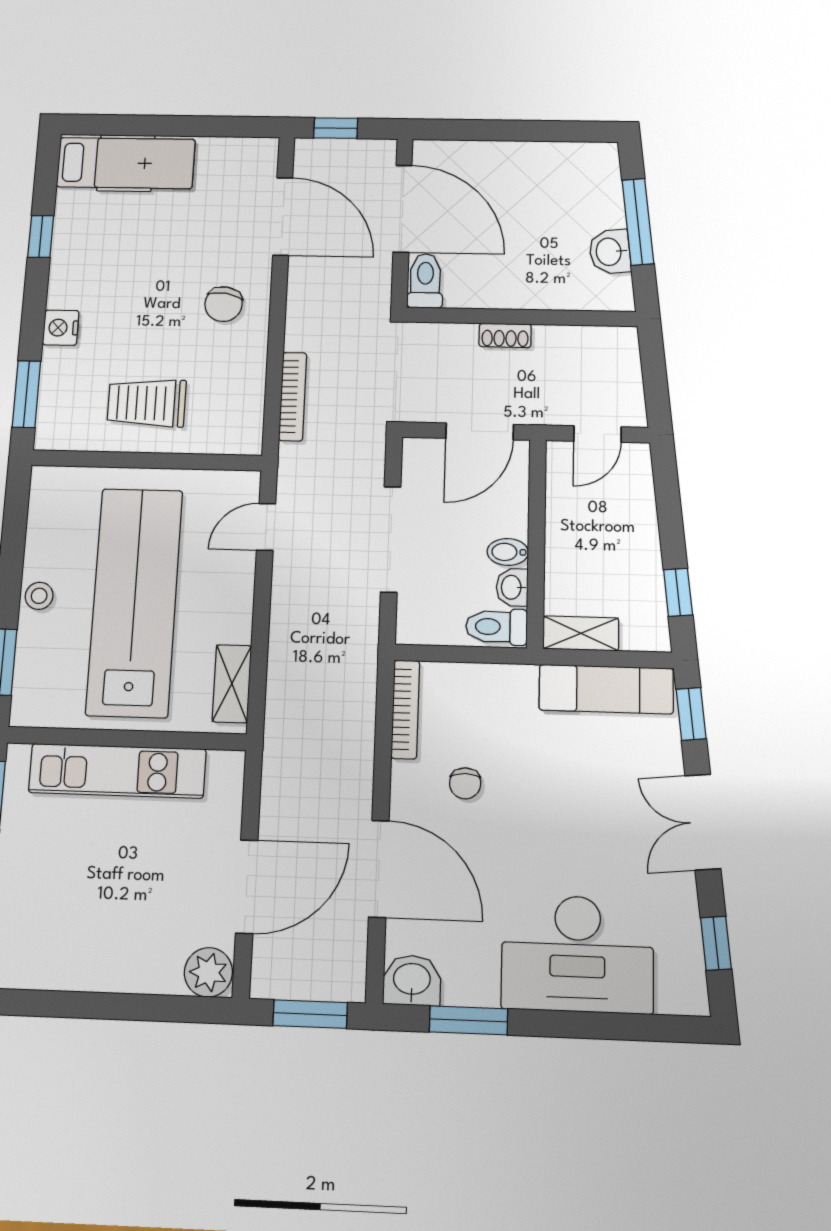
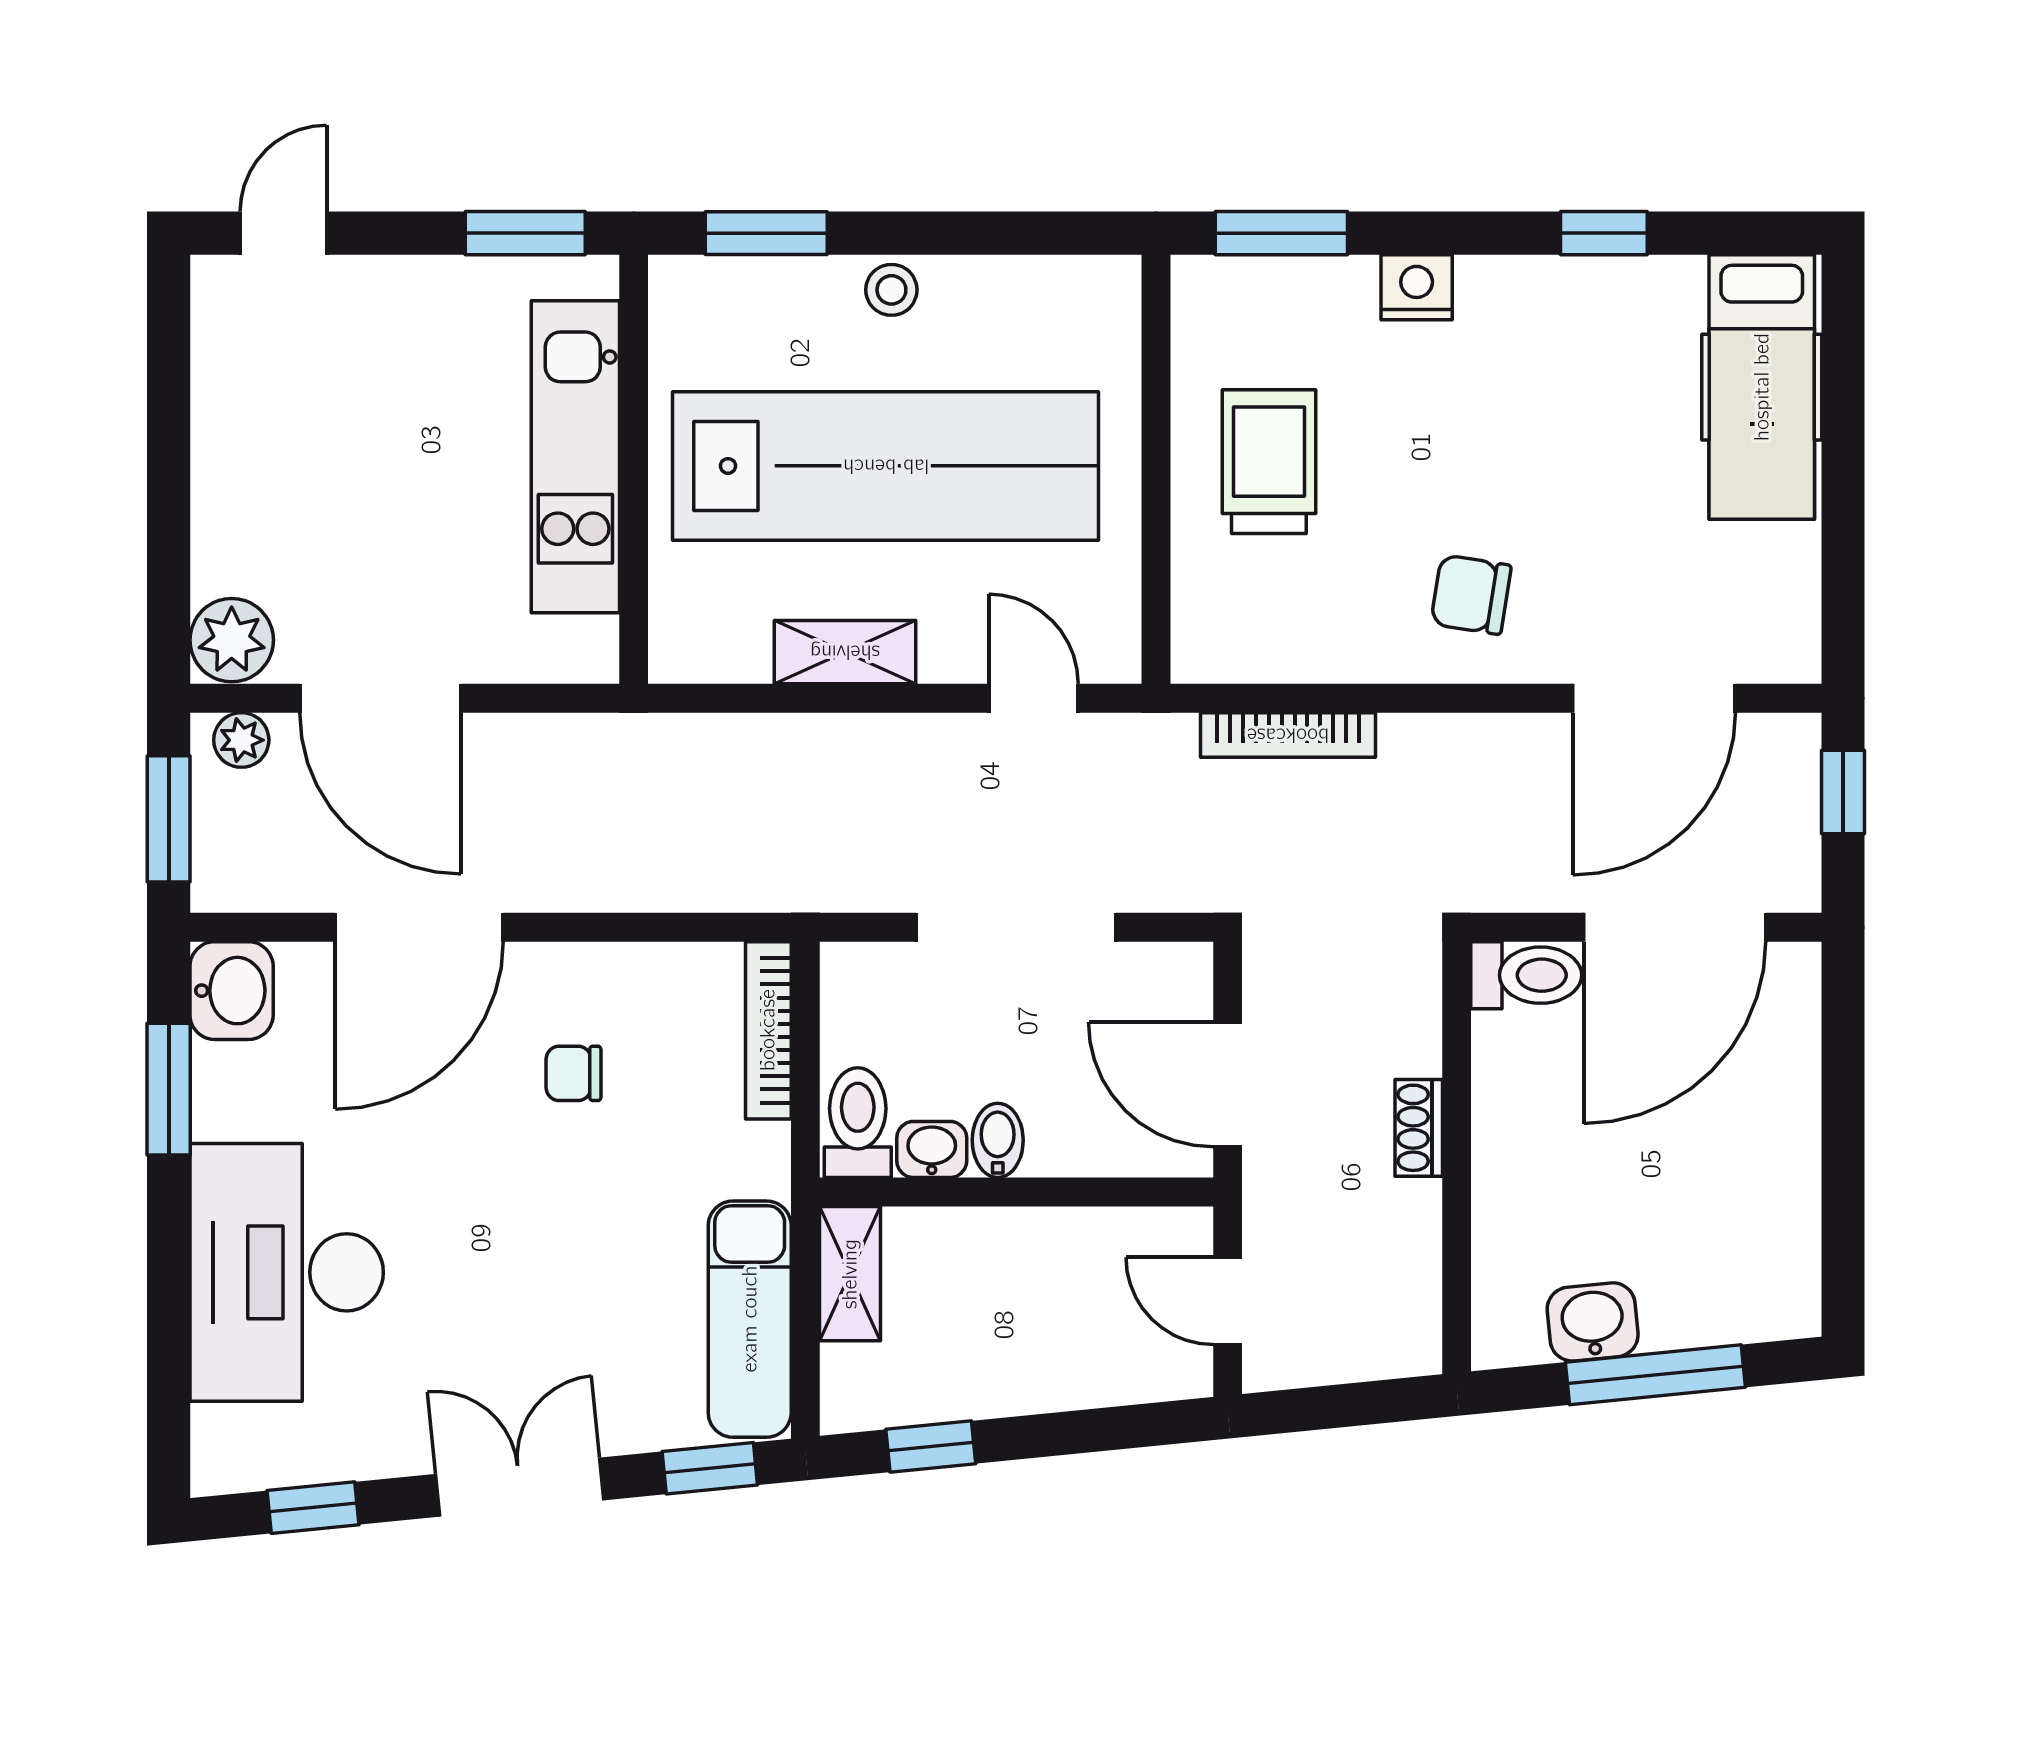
shelving: (232, 684) -> (845, 652), moved
bookcase: (405, 709) -> (768, 1030), moved, turned 90
plant: (266, 969) -> (241, 740), added

